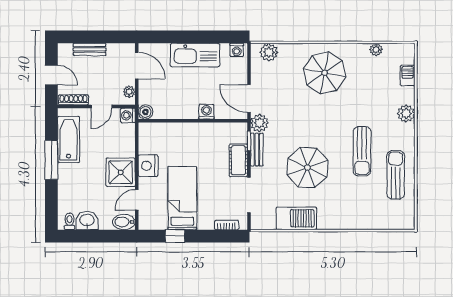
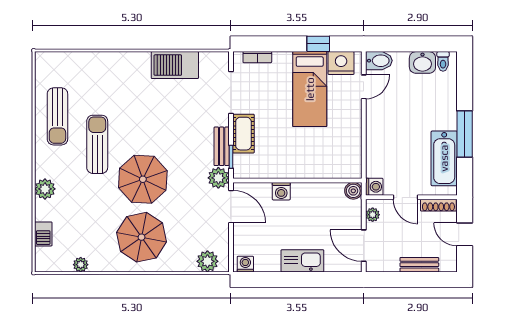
kitchen sink: (195, 55) -> (302, 261), width x0.73, depth x0.81
door: (101, 106) -> (405, 197), swing flipped
nightstand: (148, 166) -> (341, 63), moved, turned -90
parasol: (307, 168) -> (143, 179), moved
shower: (121, 172) -> (383, 119), removed

